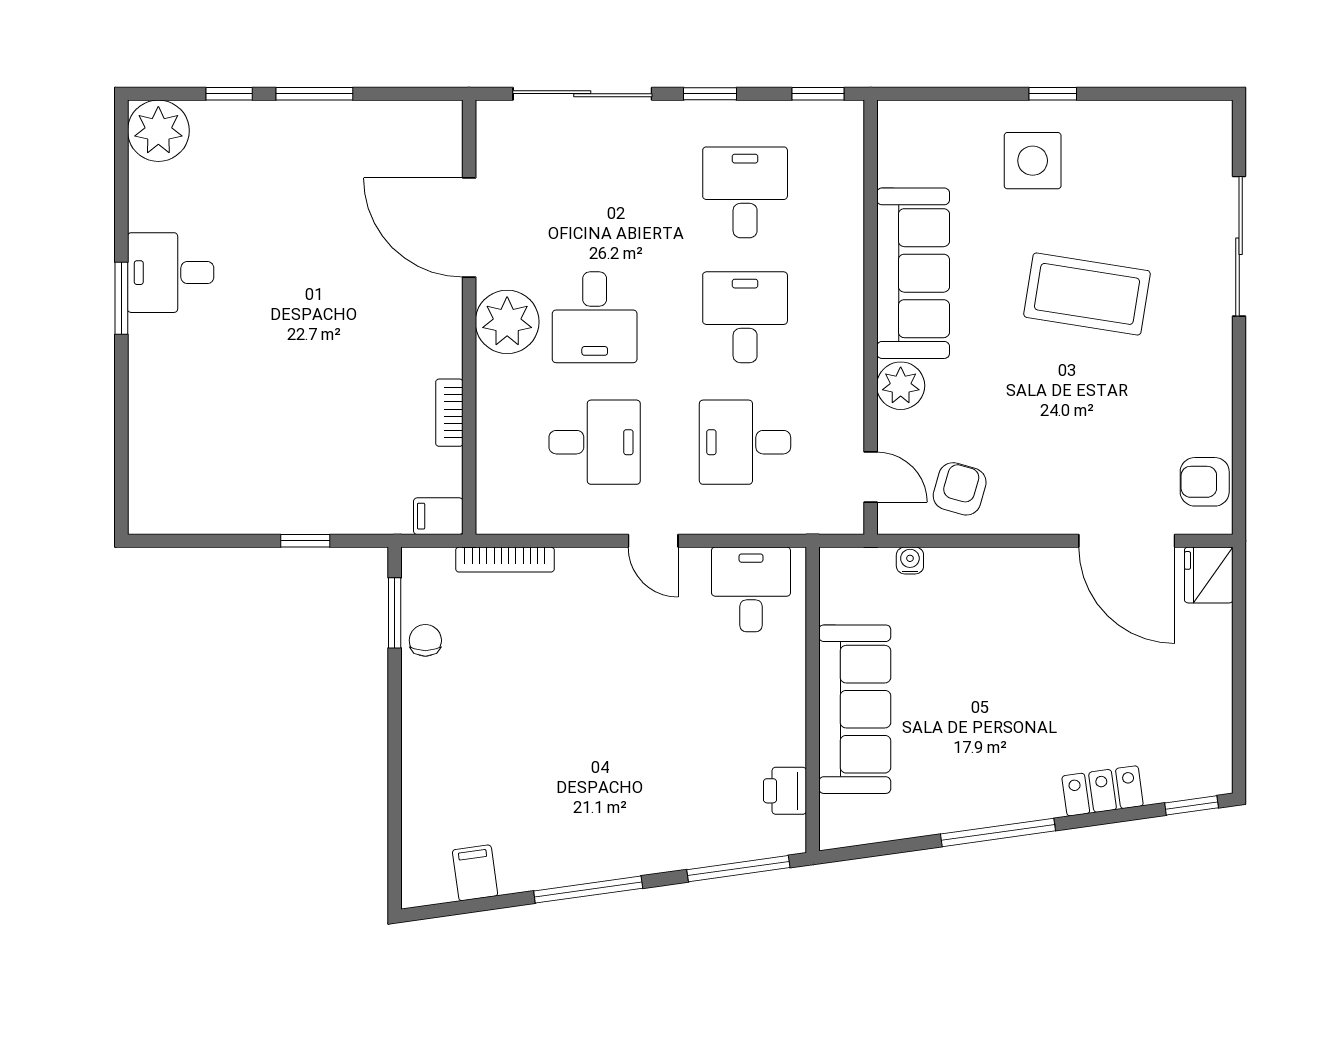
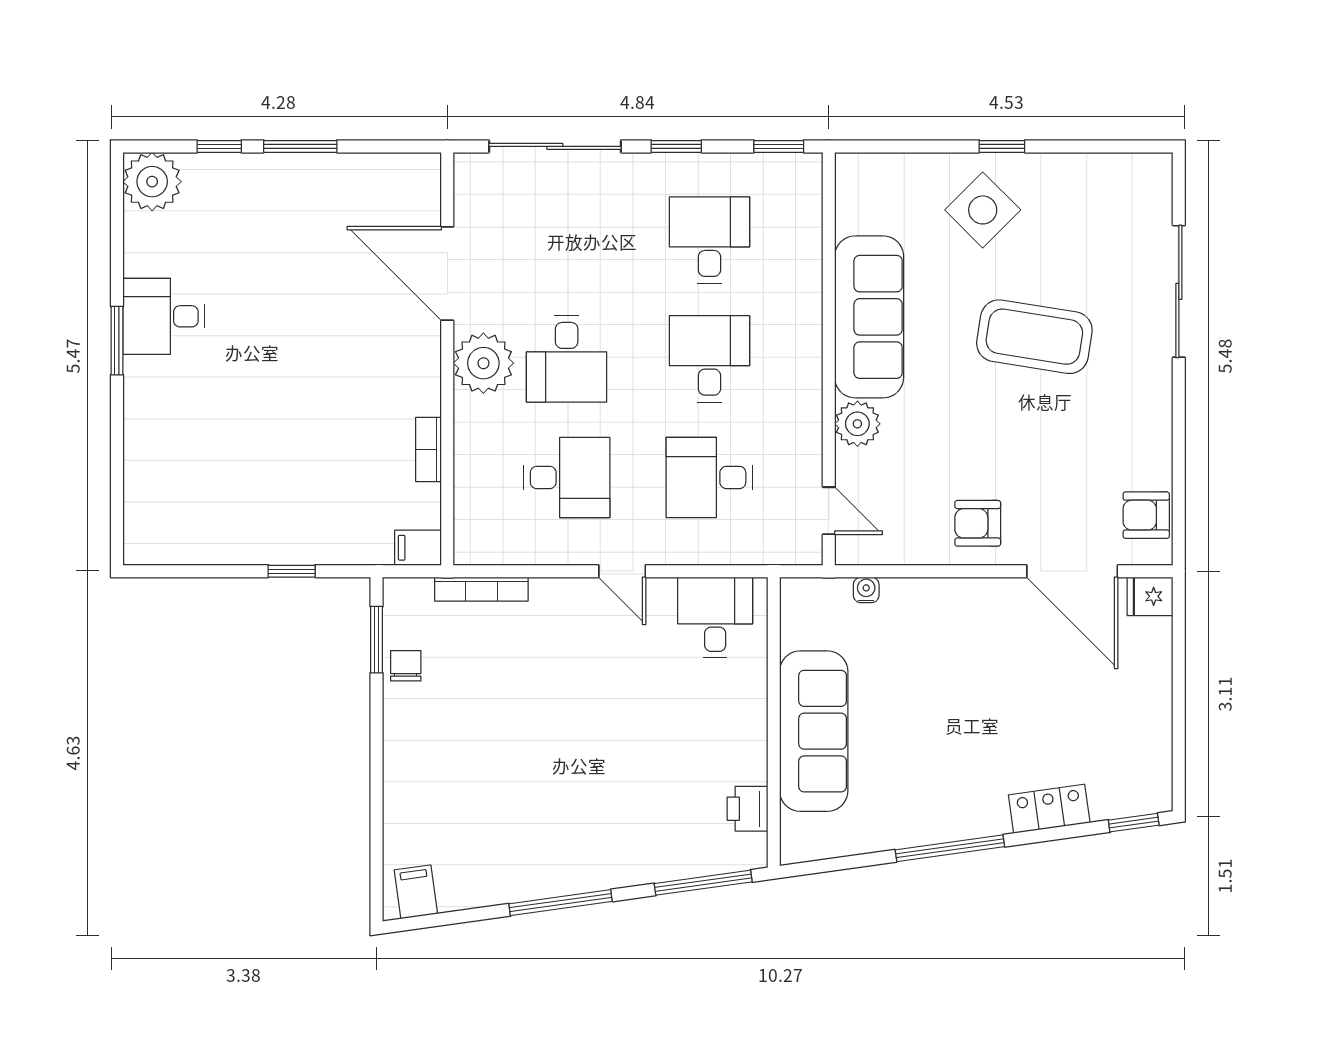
side table: (1033, 161) -> (983, 210), turned 45
armchair: (960, 489) -> (978, 523), moved, turned -106
fridge: (1209, 575) -> (1150, 596), width x0.72
filing cabinet: (475, 873) -> (416, 892), moved

